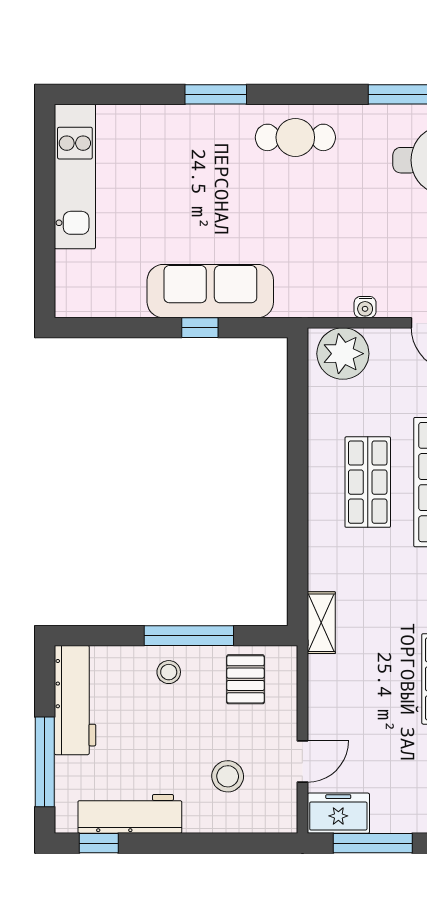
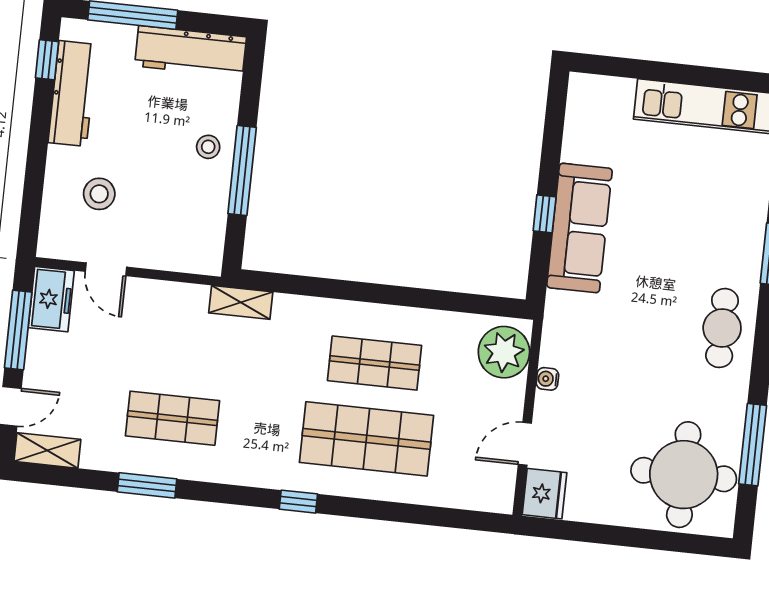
pallet: (245, 679) -> (193, 222), removed

